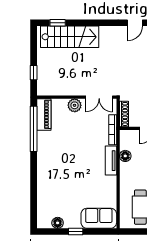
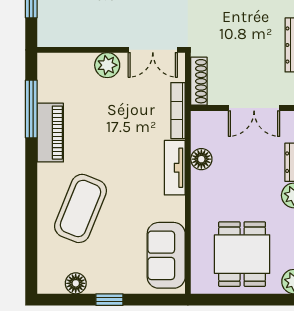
piano: (44, 114) -> (50, 133), moved
window: (34, 129) -> (31, 109), width x0.68
coffee table: (60, 183) -> (81, 208), added
sofa: (99, 218) -> (166, 255), moved, turned -90

